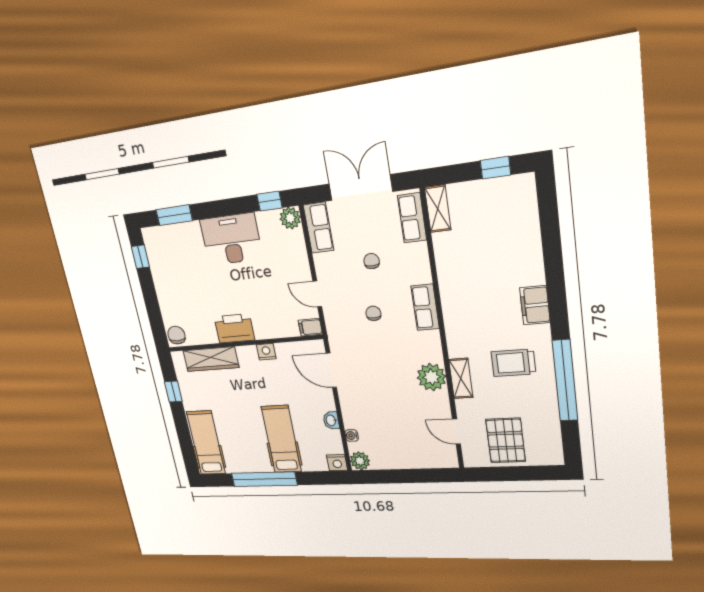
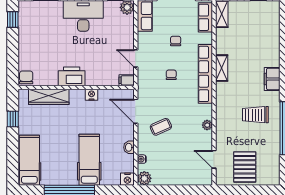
row of seats: (425, 307) -> (205, 74), width x2.02
plant: (431, 377) -> (207, 125), width x0.53, depth x0.53
shelving: (461, 378) -> (222, 68), moved
coffee table: (371, 390) -> (161, 127), added

